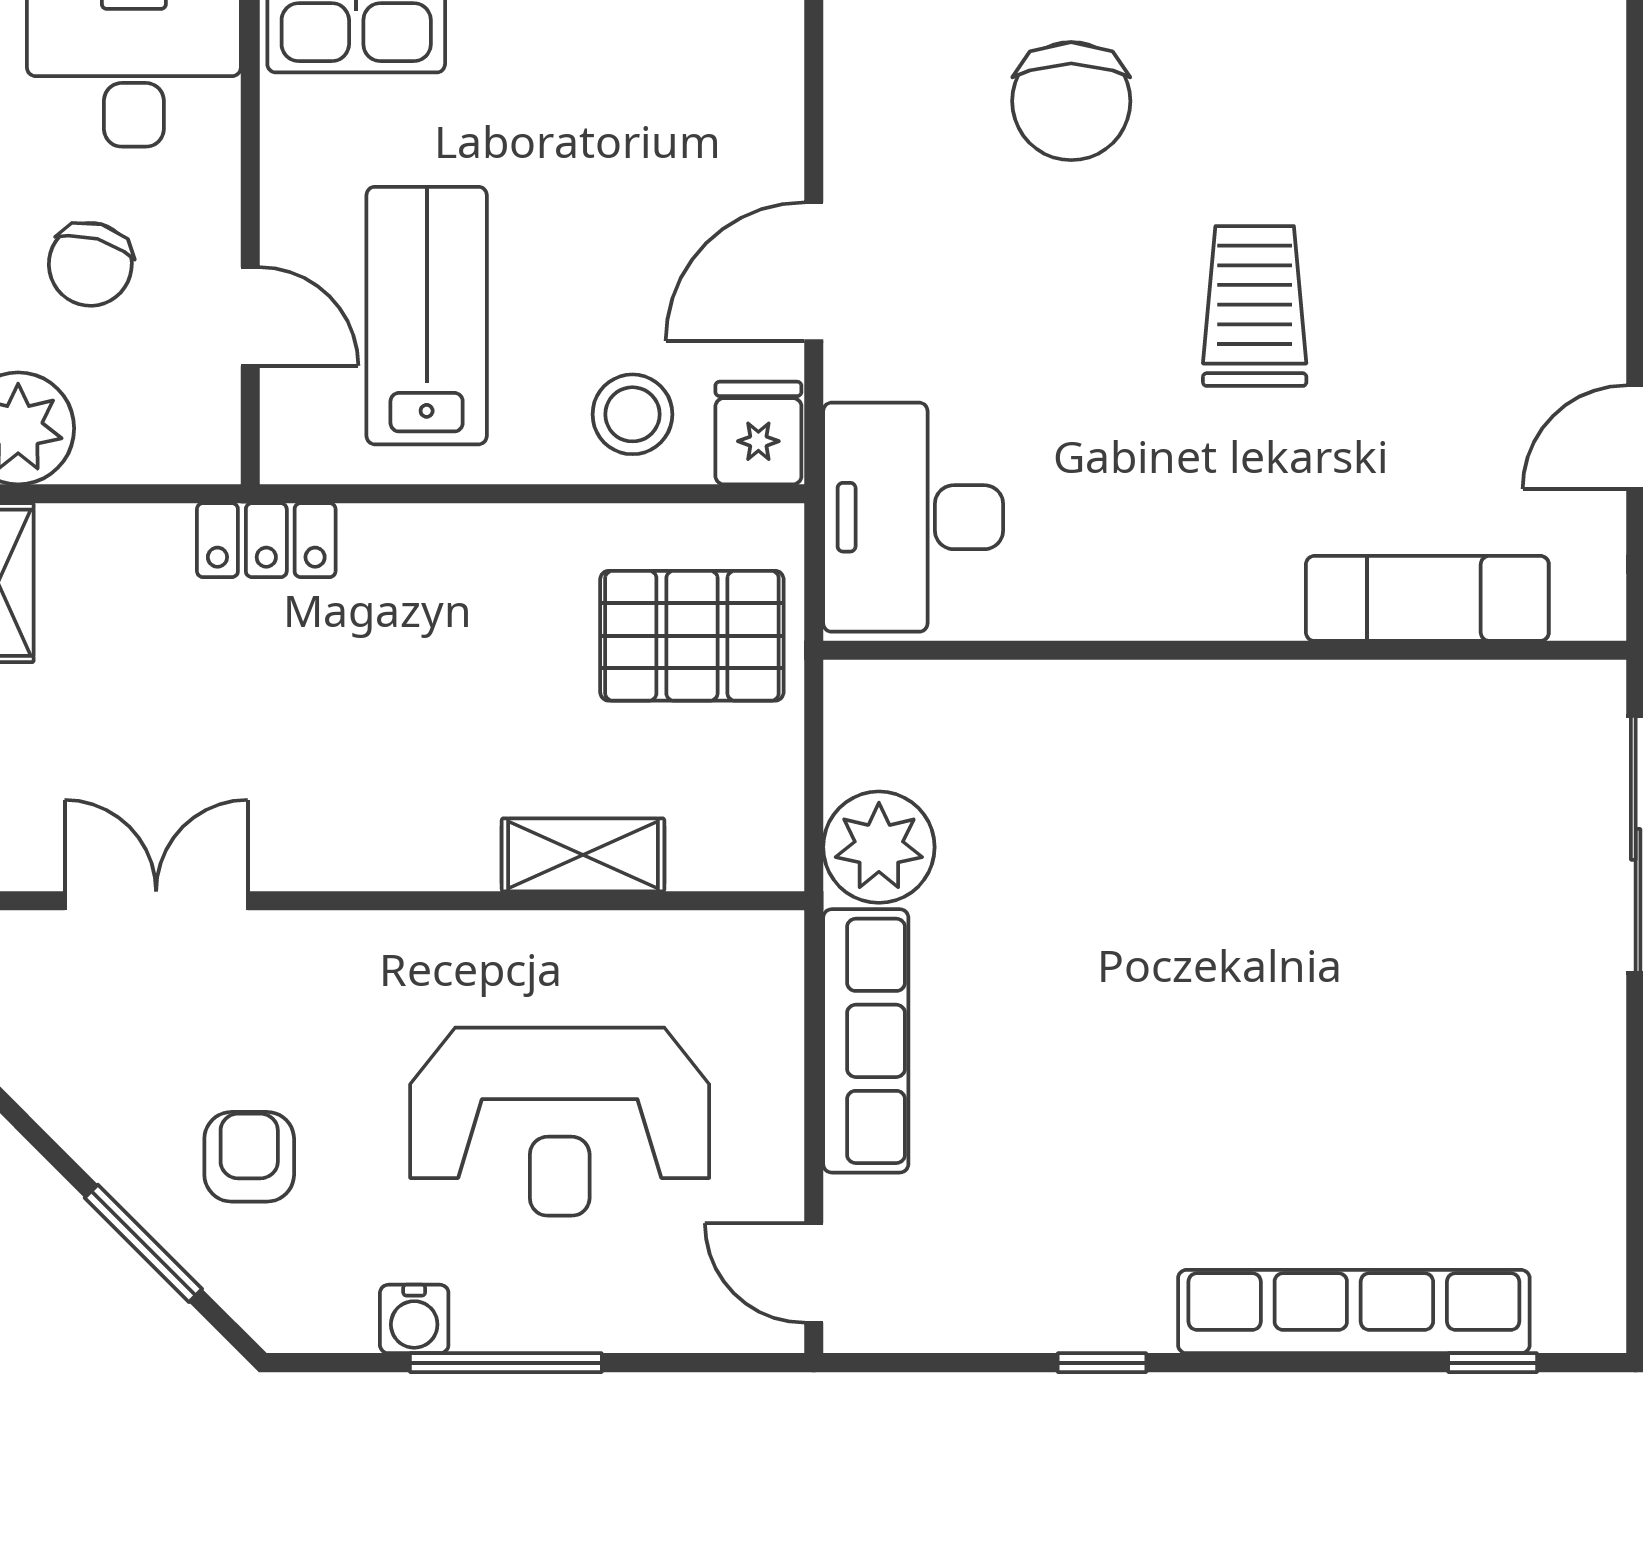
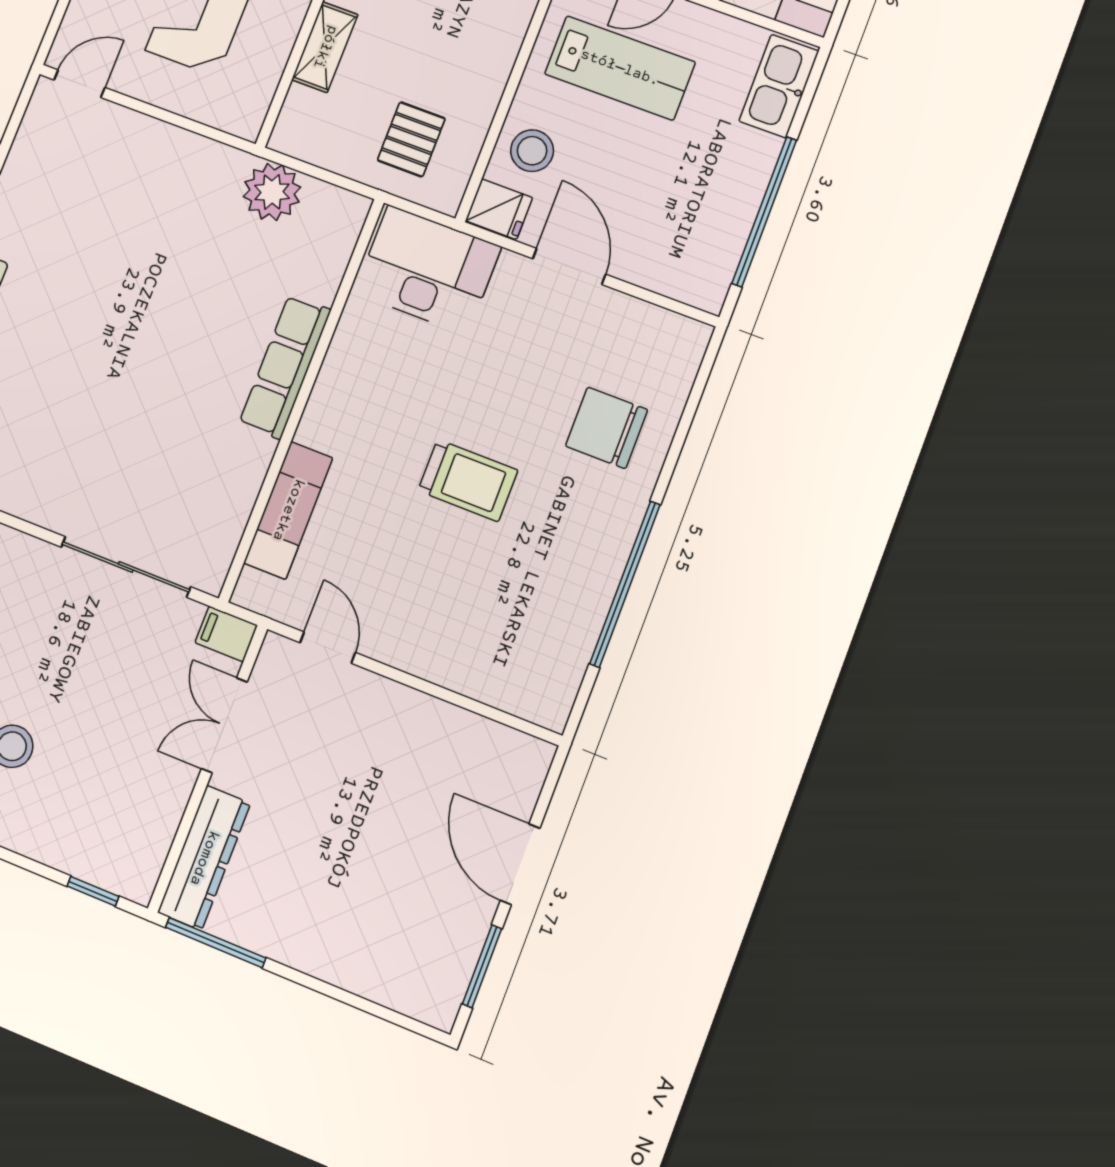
pallet: (692, 636) -> (411, 139), width x0.67, depth x0.71
row of seats: (866, 1041) -> (285, 367), moved, turned 90

